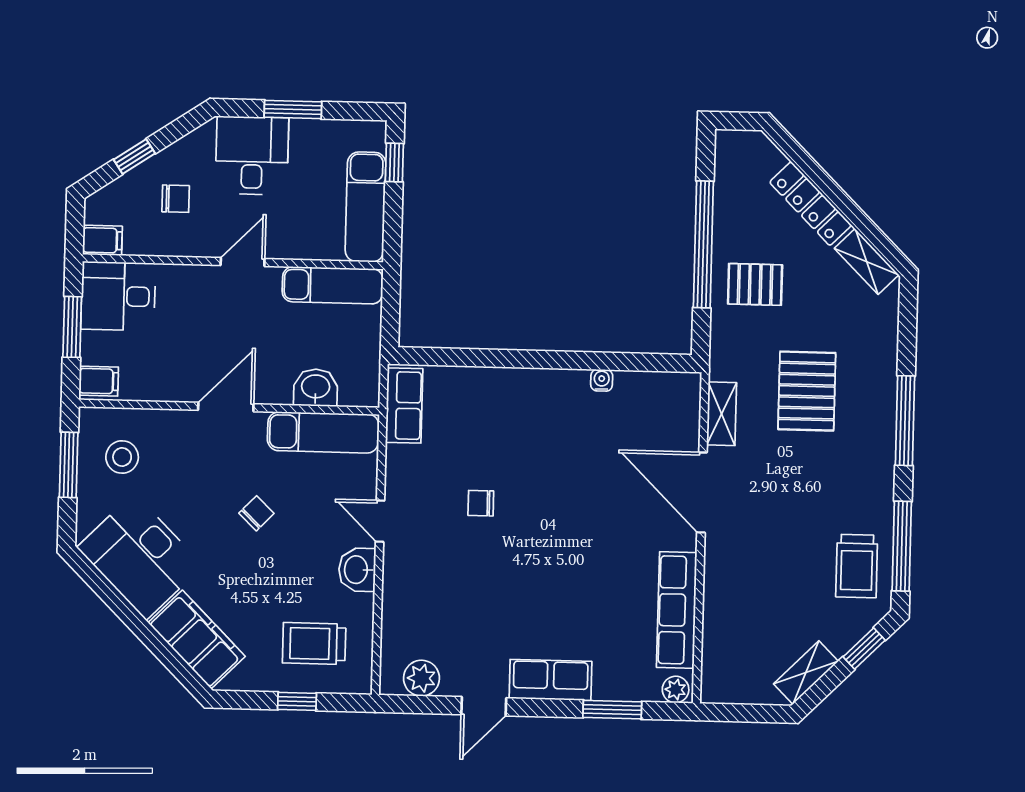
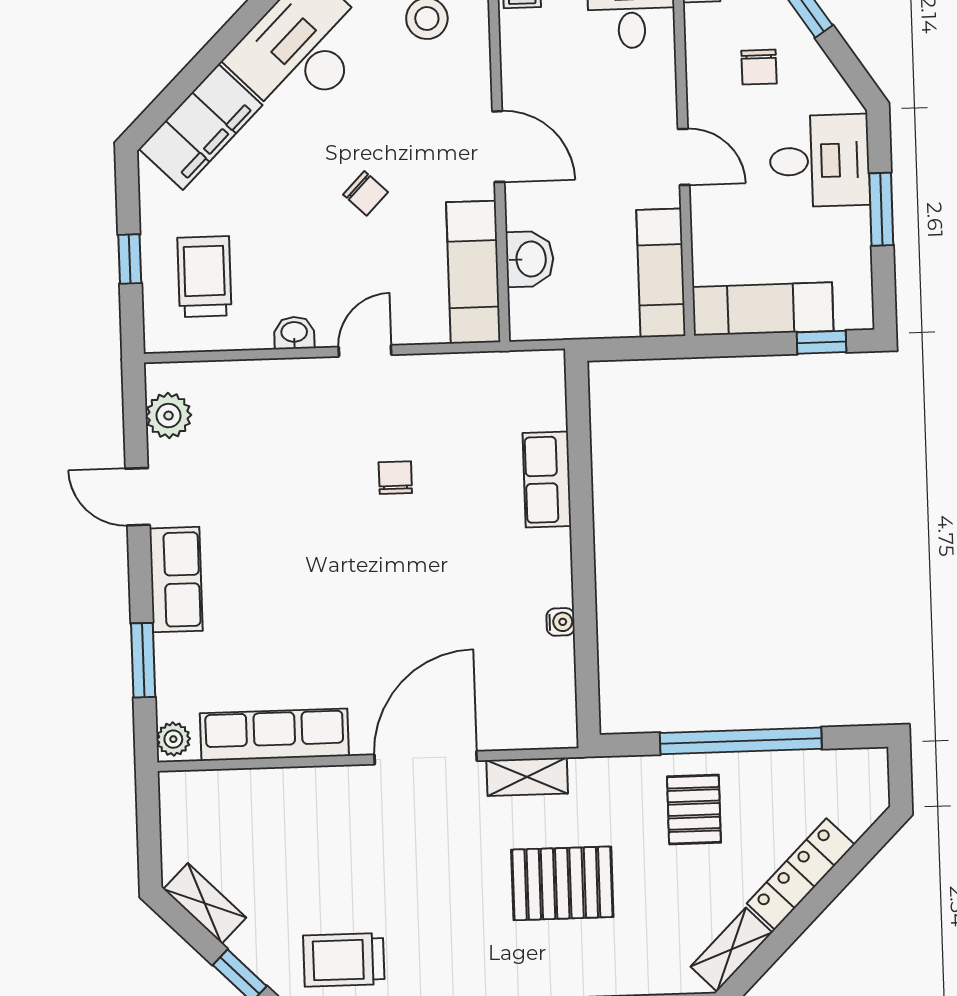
row of seats: (404, 405) -> (547, 480), moved, turned 90
washbasin: (357, 570) -> (294, 333), width x0.72, depth x0.69

